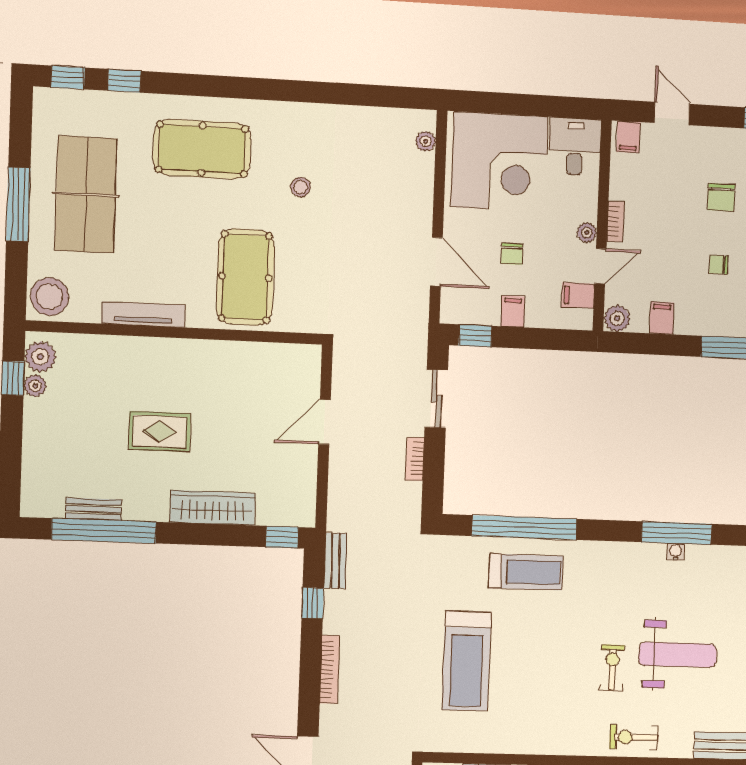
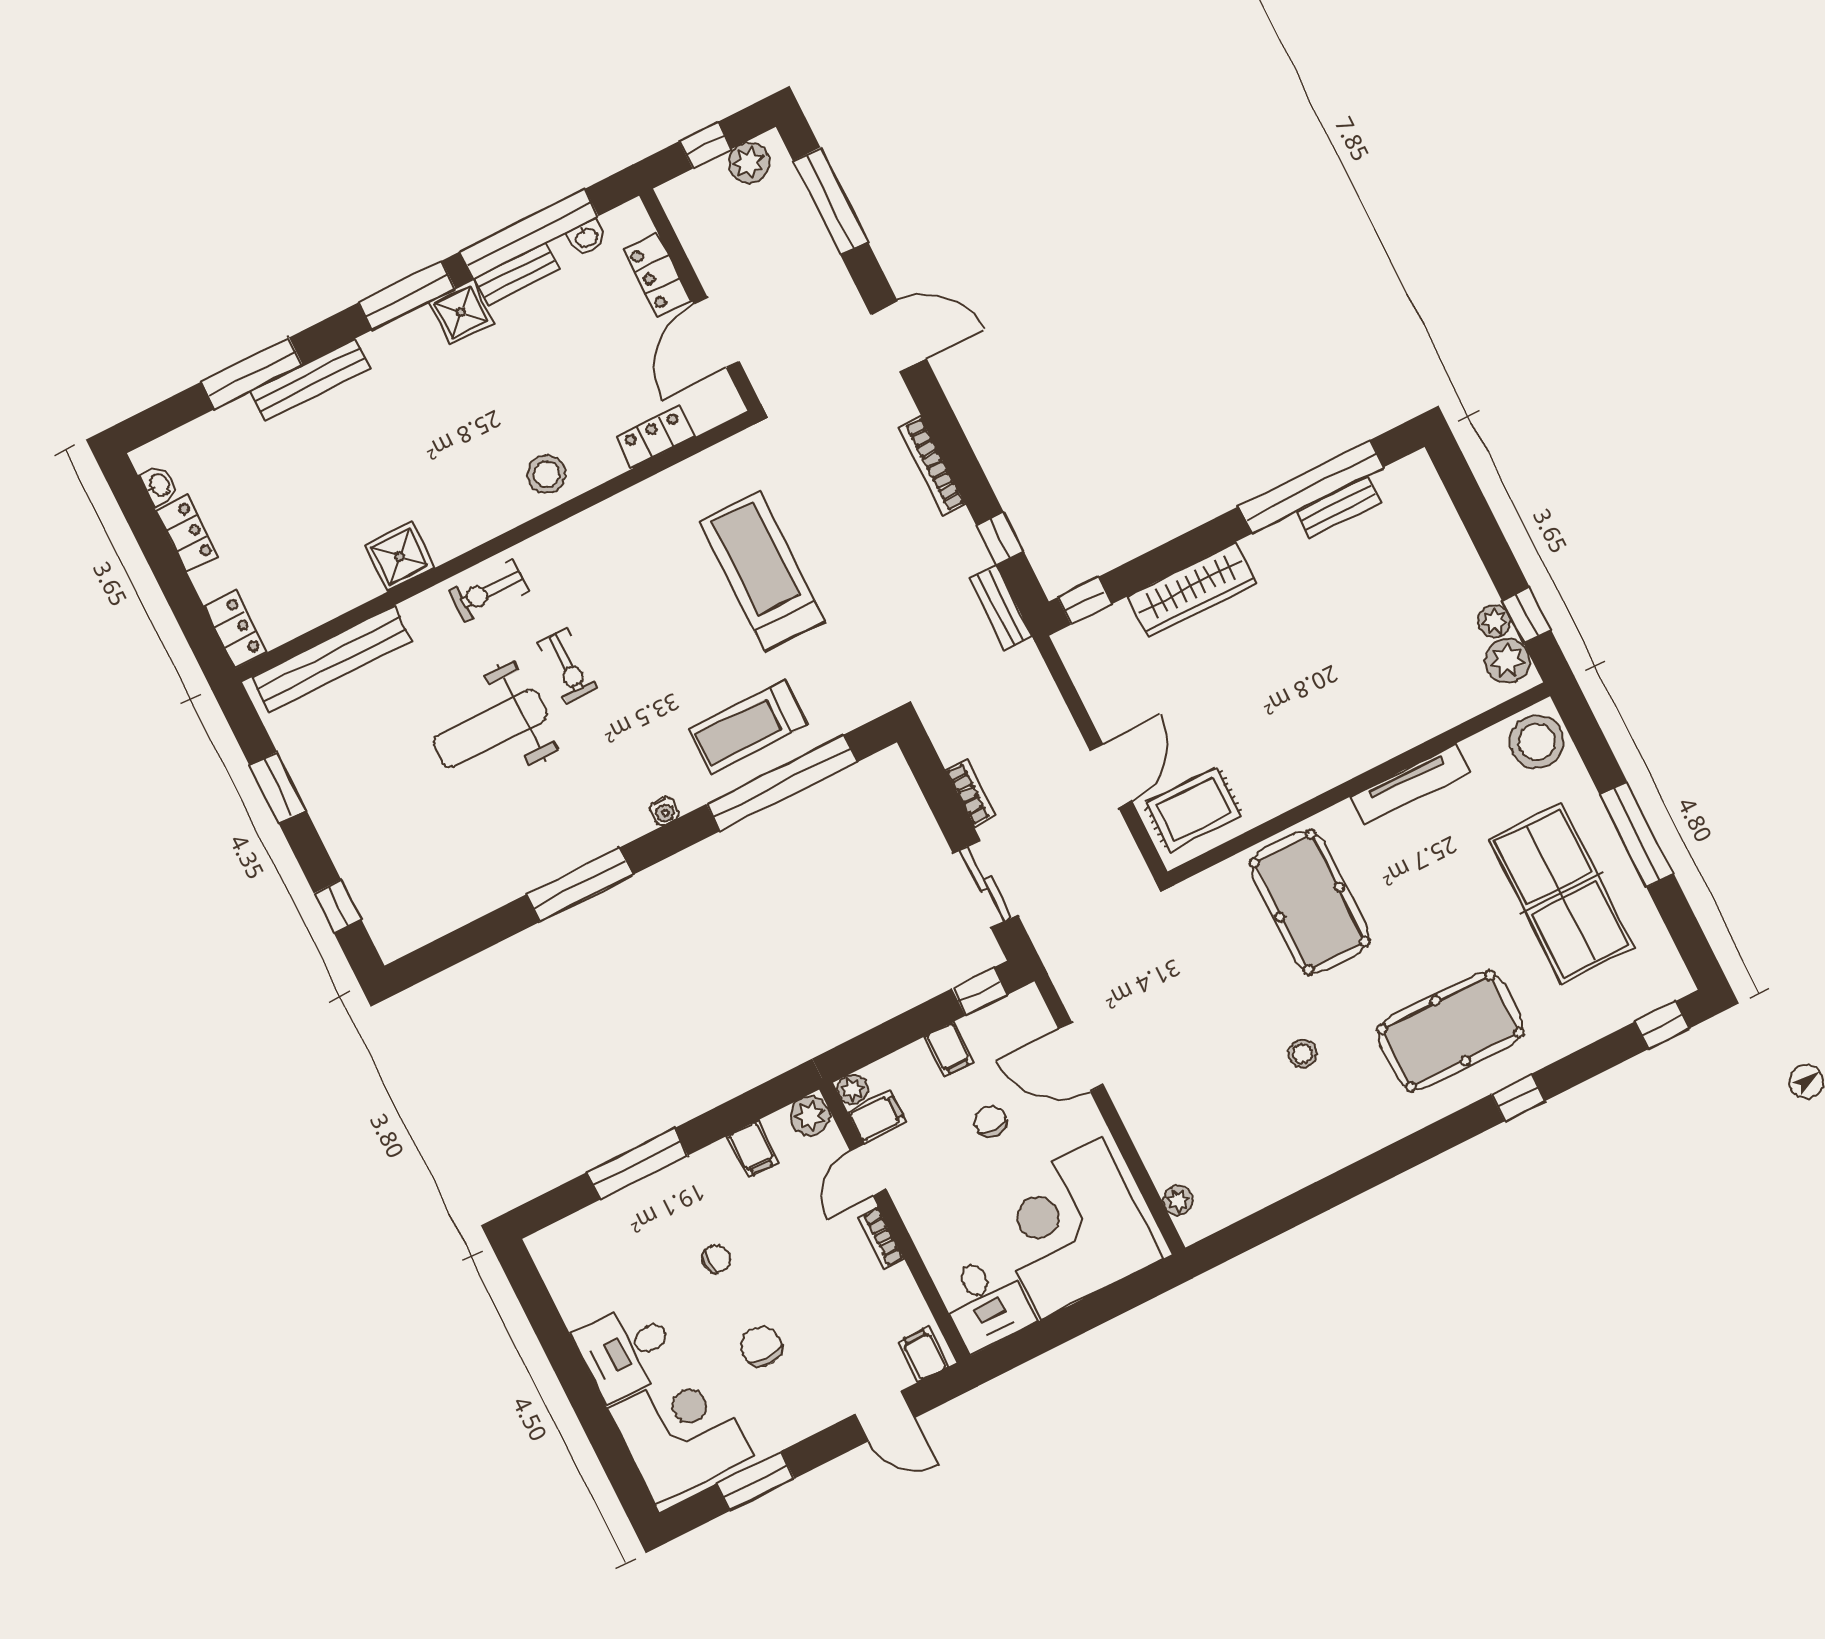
window: (124, 81) -> (1518, 1098), moved
plant: (587, 232) -> (853, 1089), moved
rug: (160, 432) -> (1193, 809), moved
water cooler: (675, 552) -> (664, 811), moved
exercise bike: (634, 737) -> (489, 591), turned 180

